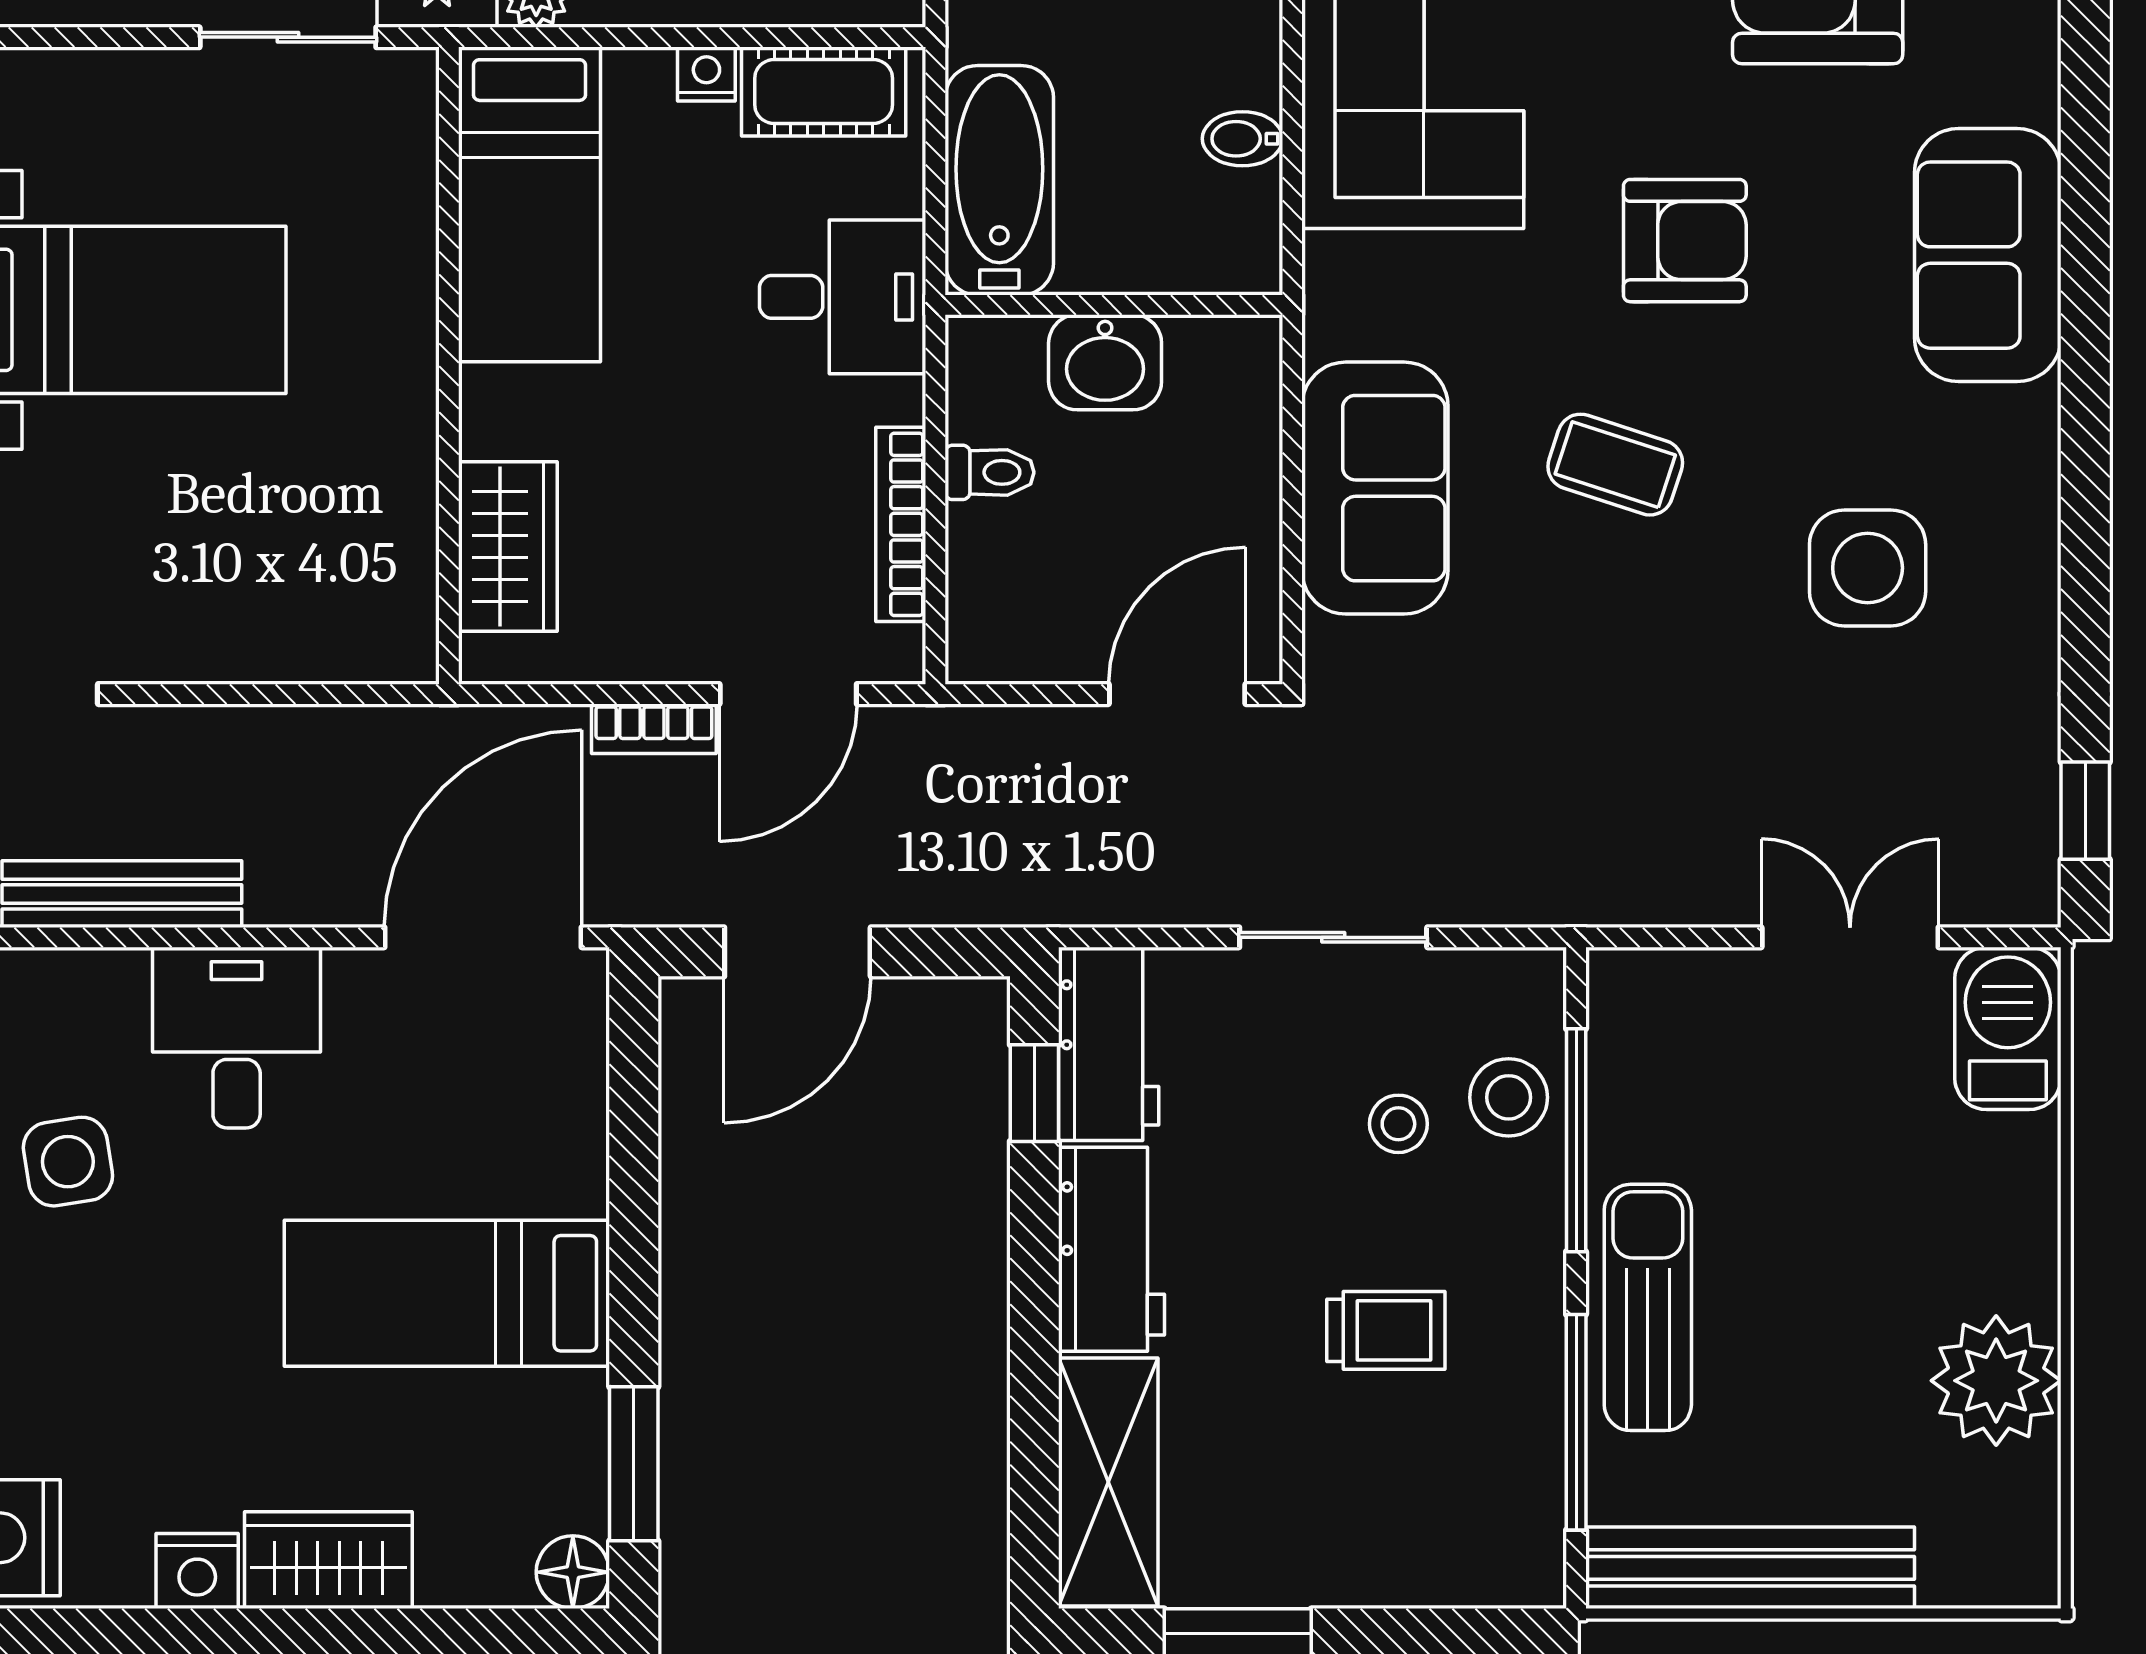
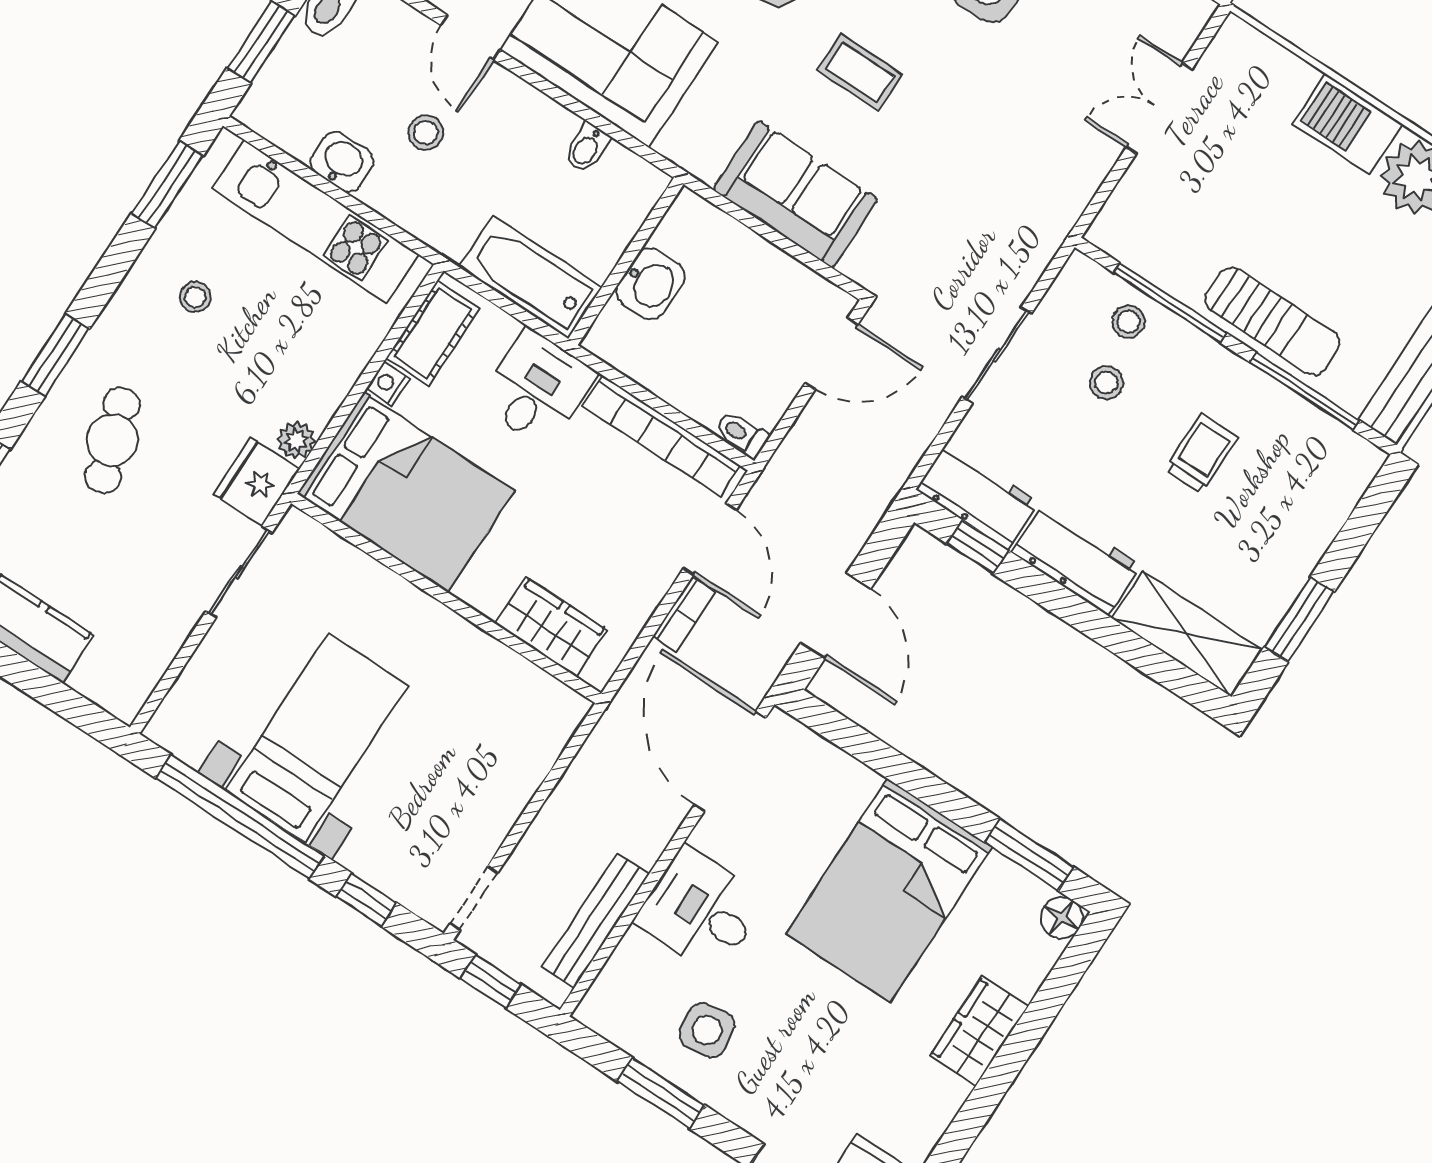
bed: (530, 204) -> (406, 492), width x1.50
coffee table: (1615, 465) -> (860, 72), turned 72
toilet: (990, 472) -> (742, 434), moved, turned -90
bookcase: (901, 524) -> (661, 436), width x1.48, depth x1.31
door: (1177, 694) -> (832, 353), swing flipped
barbecue: (2008, 1028) -> (1347, 124), moved
stool: (1509, 1097) -> (1128, 322), width x0.73, depth x0.73
bed: (447, 1293) -> (889, 890), width x1.50
sun lounger: (1648, 1307) -> (1272, 321), turned 180
nightstand: (197, 1571) -> (943, 1097), removed

